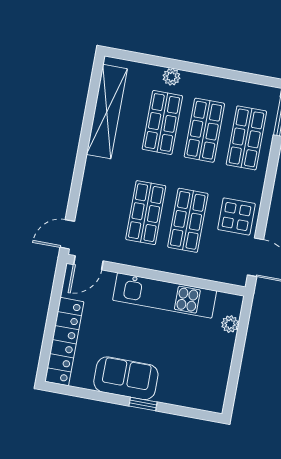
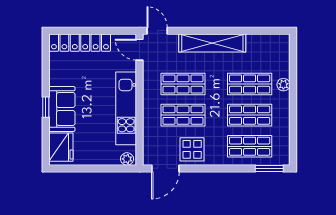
shelving: (107, 112) -> (212, 43), moved
plant: (230, 324) -> (127, 159), moved
sofa: (126, 378) -> (62, 109), moved
fridge: (201, 393) -> (61, 147), added

